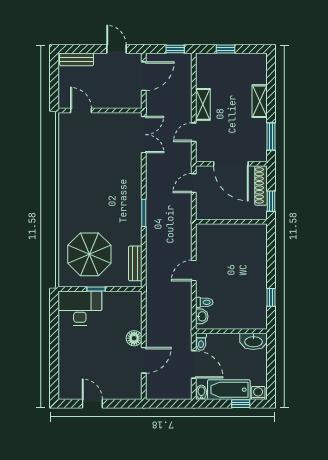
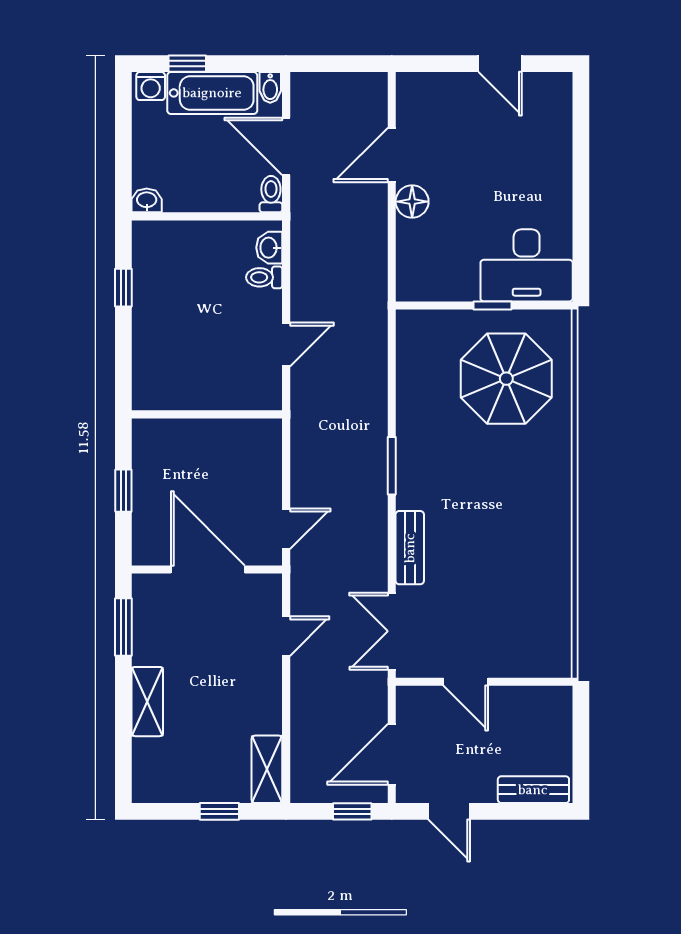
window: (175, 49) -> (352, 811), moved
shelving: (203, 104) -> (267, 769), moved
door: (81, 111) -> (466, 682), moved
shoe rack: (261, 185) -> (145, 524), removed
wall: (231, 222) -> (207, 414), moved
bench: (135, 263) -> (410, 548), moved
washbasin: (253, 341) -> (147, 200), width x0.52, depth x0.69

